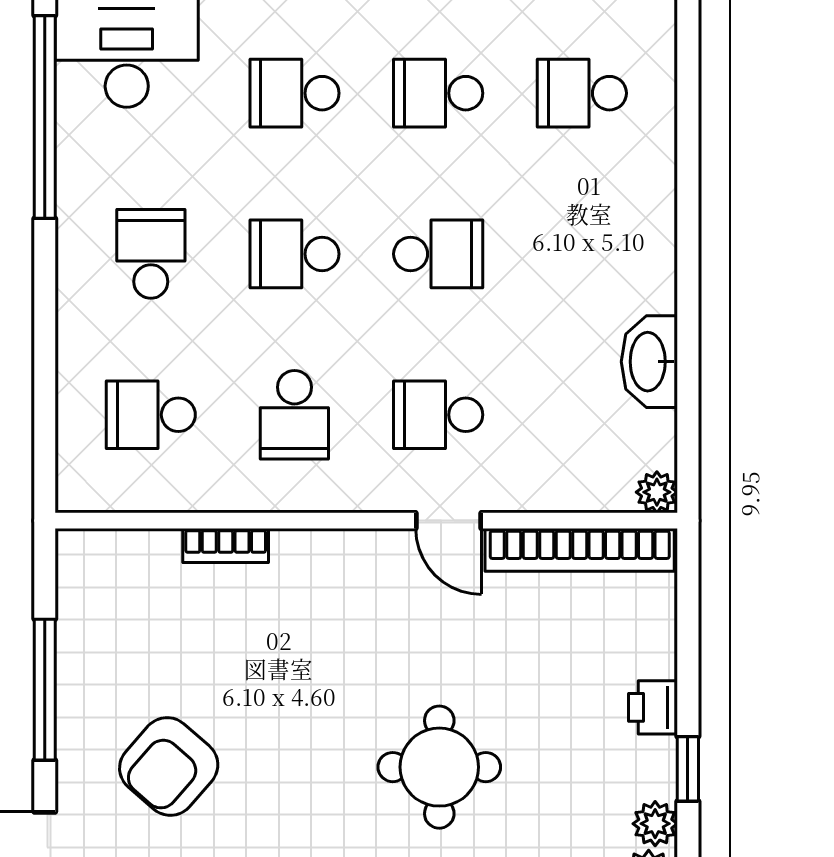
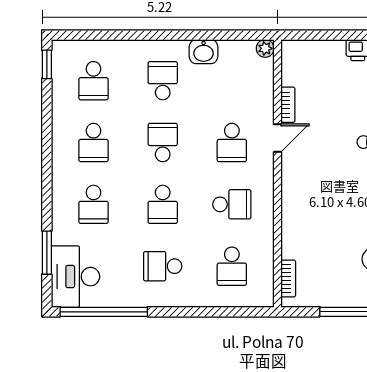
school desk: (582, 254) -> (163, 81), added
washbasin: (649, 362) -> (204, 52), width x0.72
bookcase: (226, 546) -> (288, 279), moved
bookcase: (580, 550) -> (288, 105), width x0.43, depth x0.76

